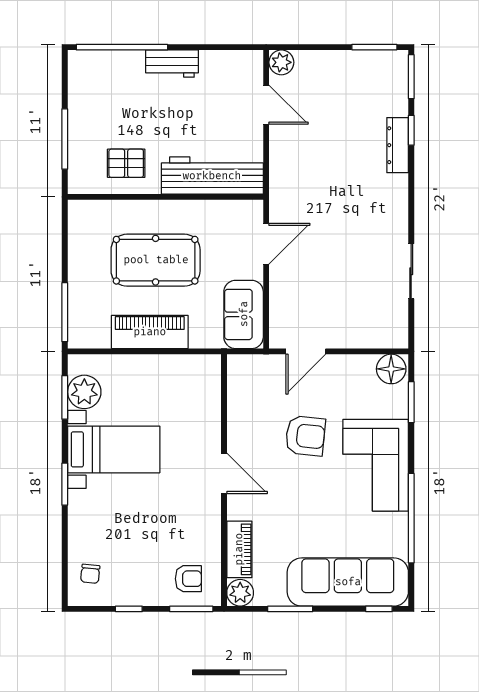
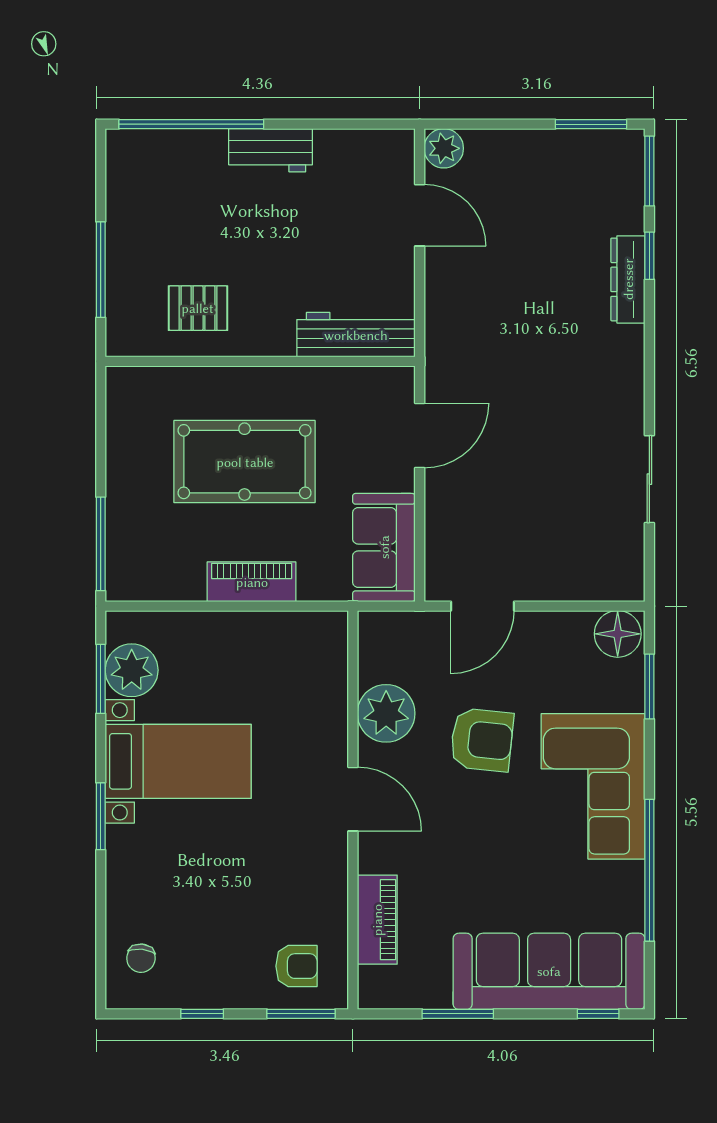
workbench: (212, 176) -> (356, 335), width x0.73, depth x0.76
piano: (150, 332) -> (252, 582), width x0.73, depth x0.75
plant: (240, 593) -> (386, 713), moved, width x1.36, depth x1.36

